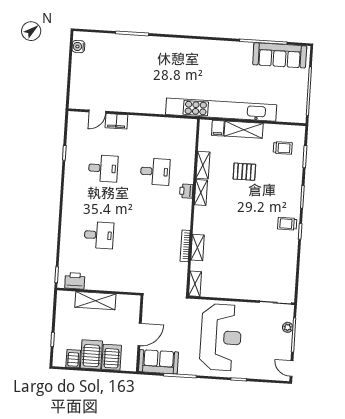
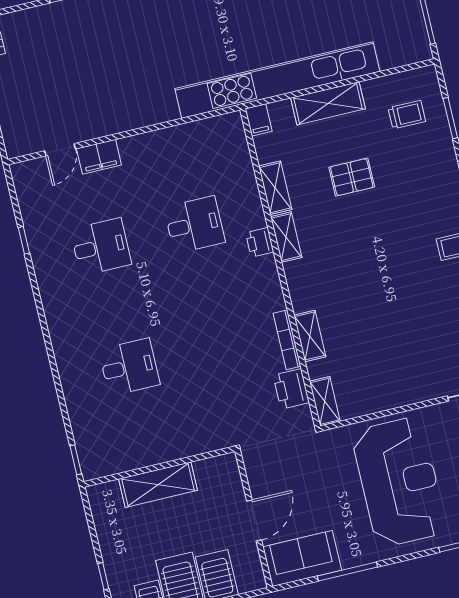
filing cabinet: (218, 128) -> (259, 120), moved
printer: (75, 281) -> (291, 389), moved, turned -90

